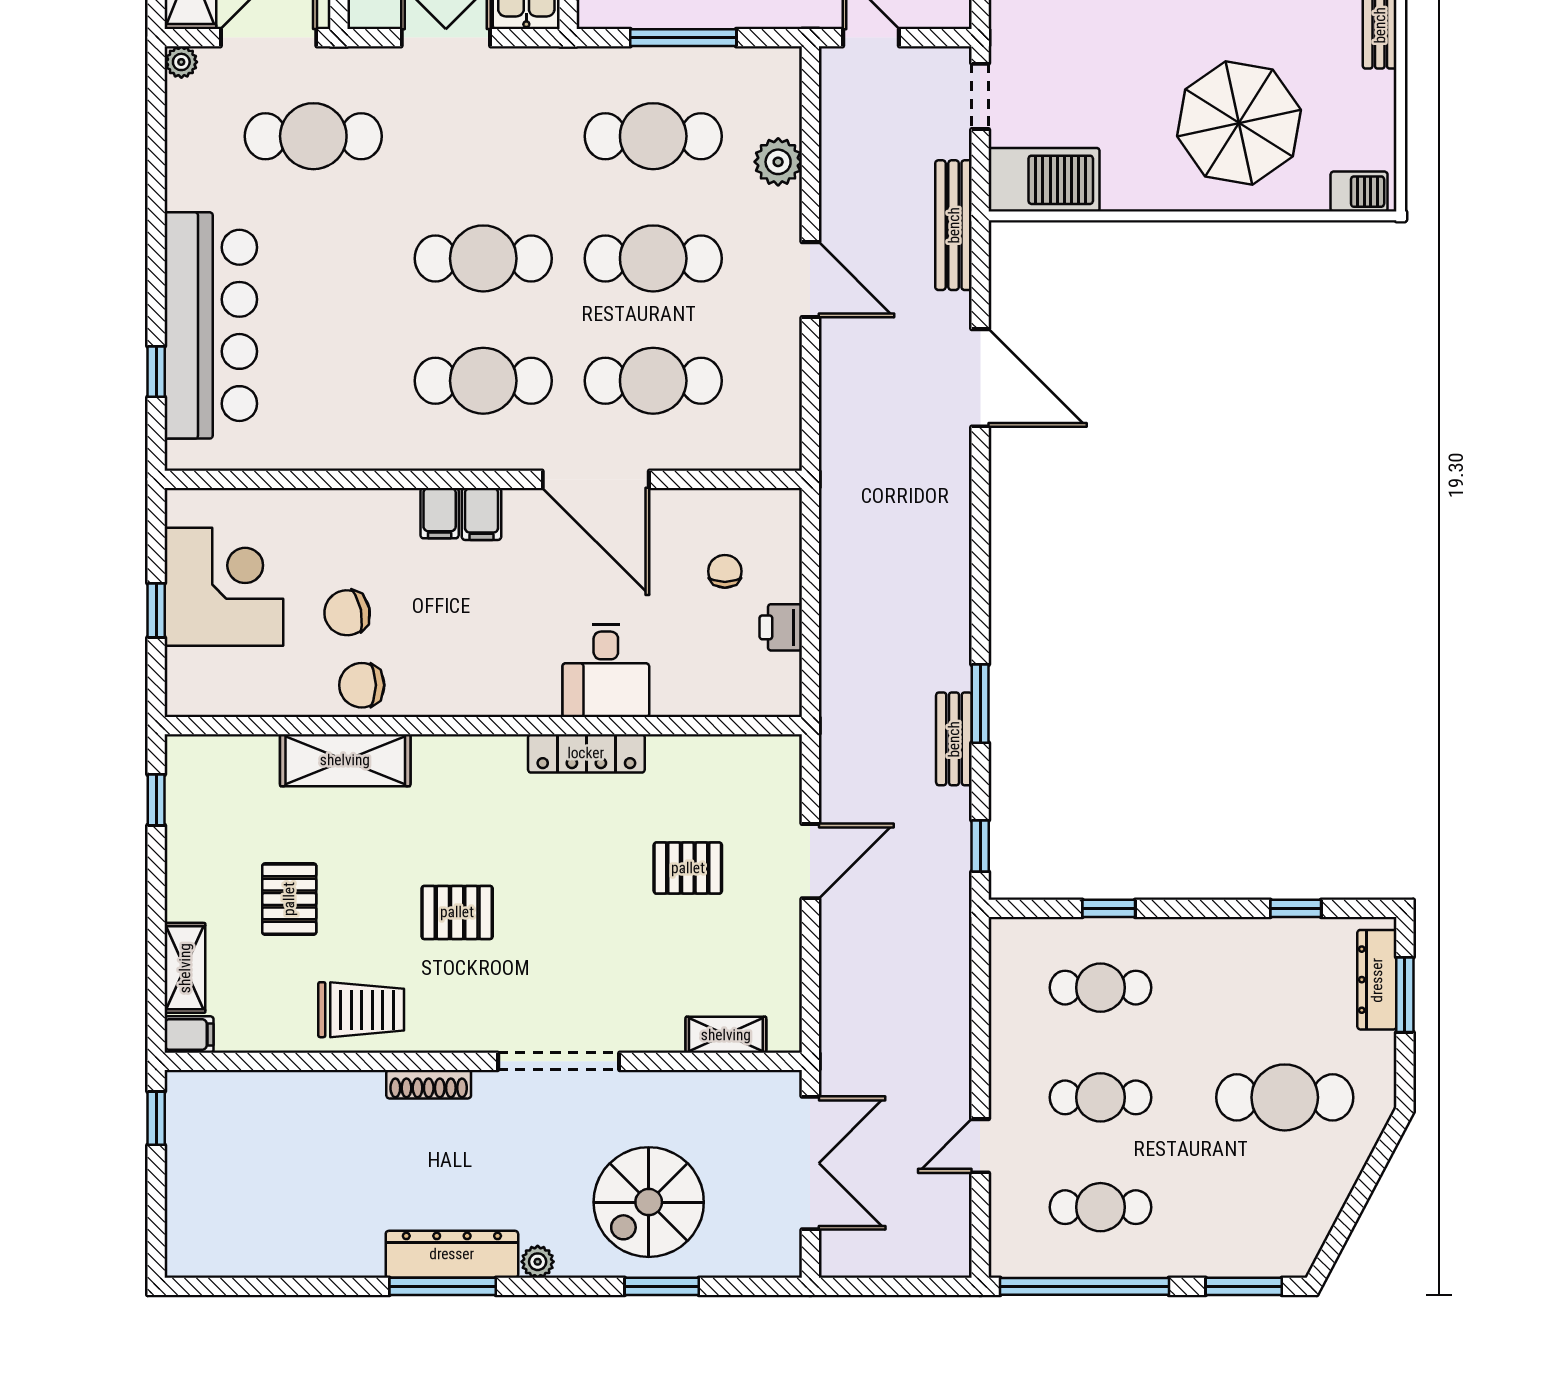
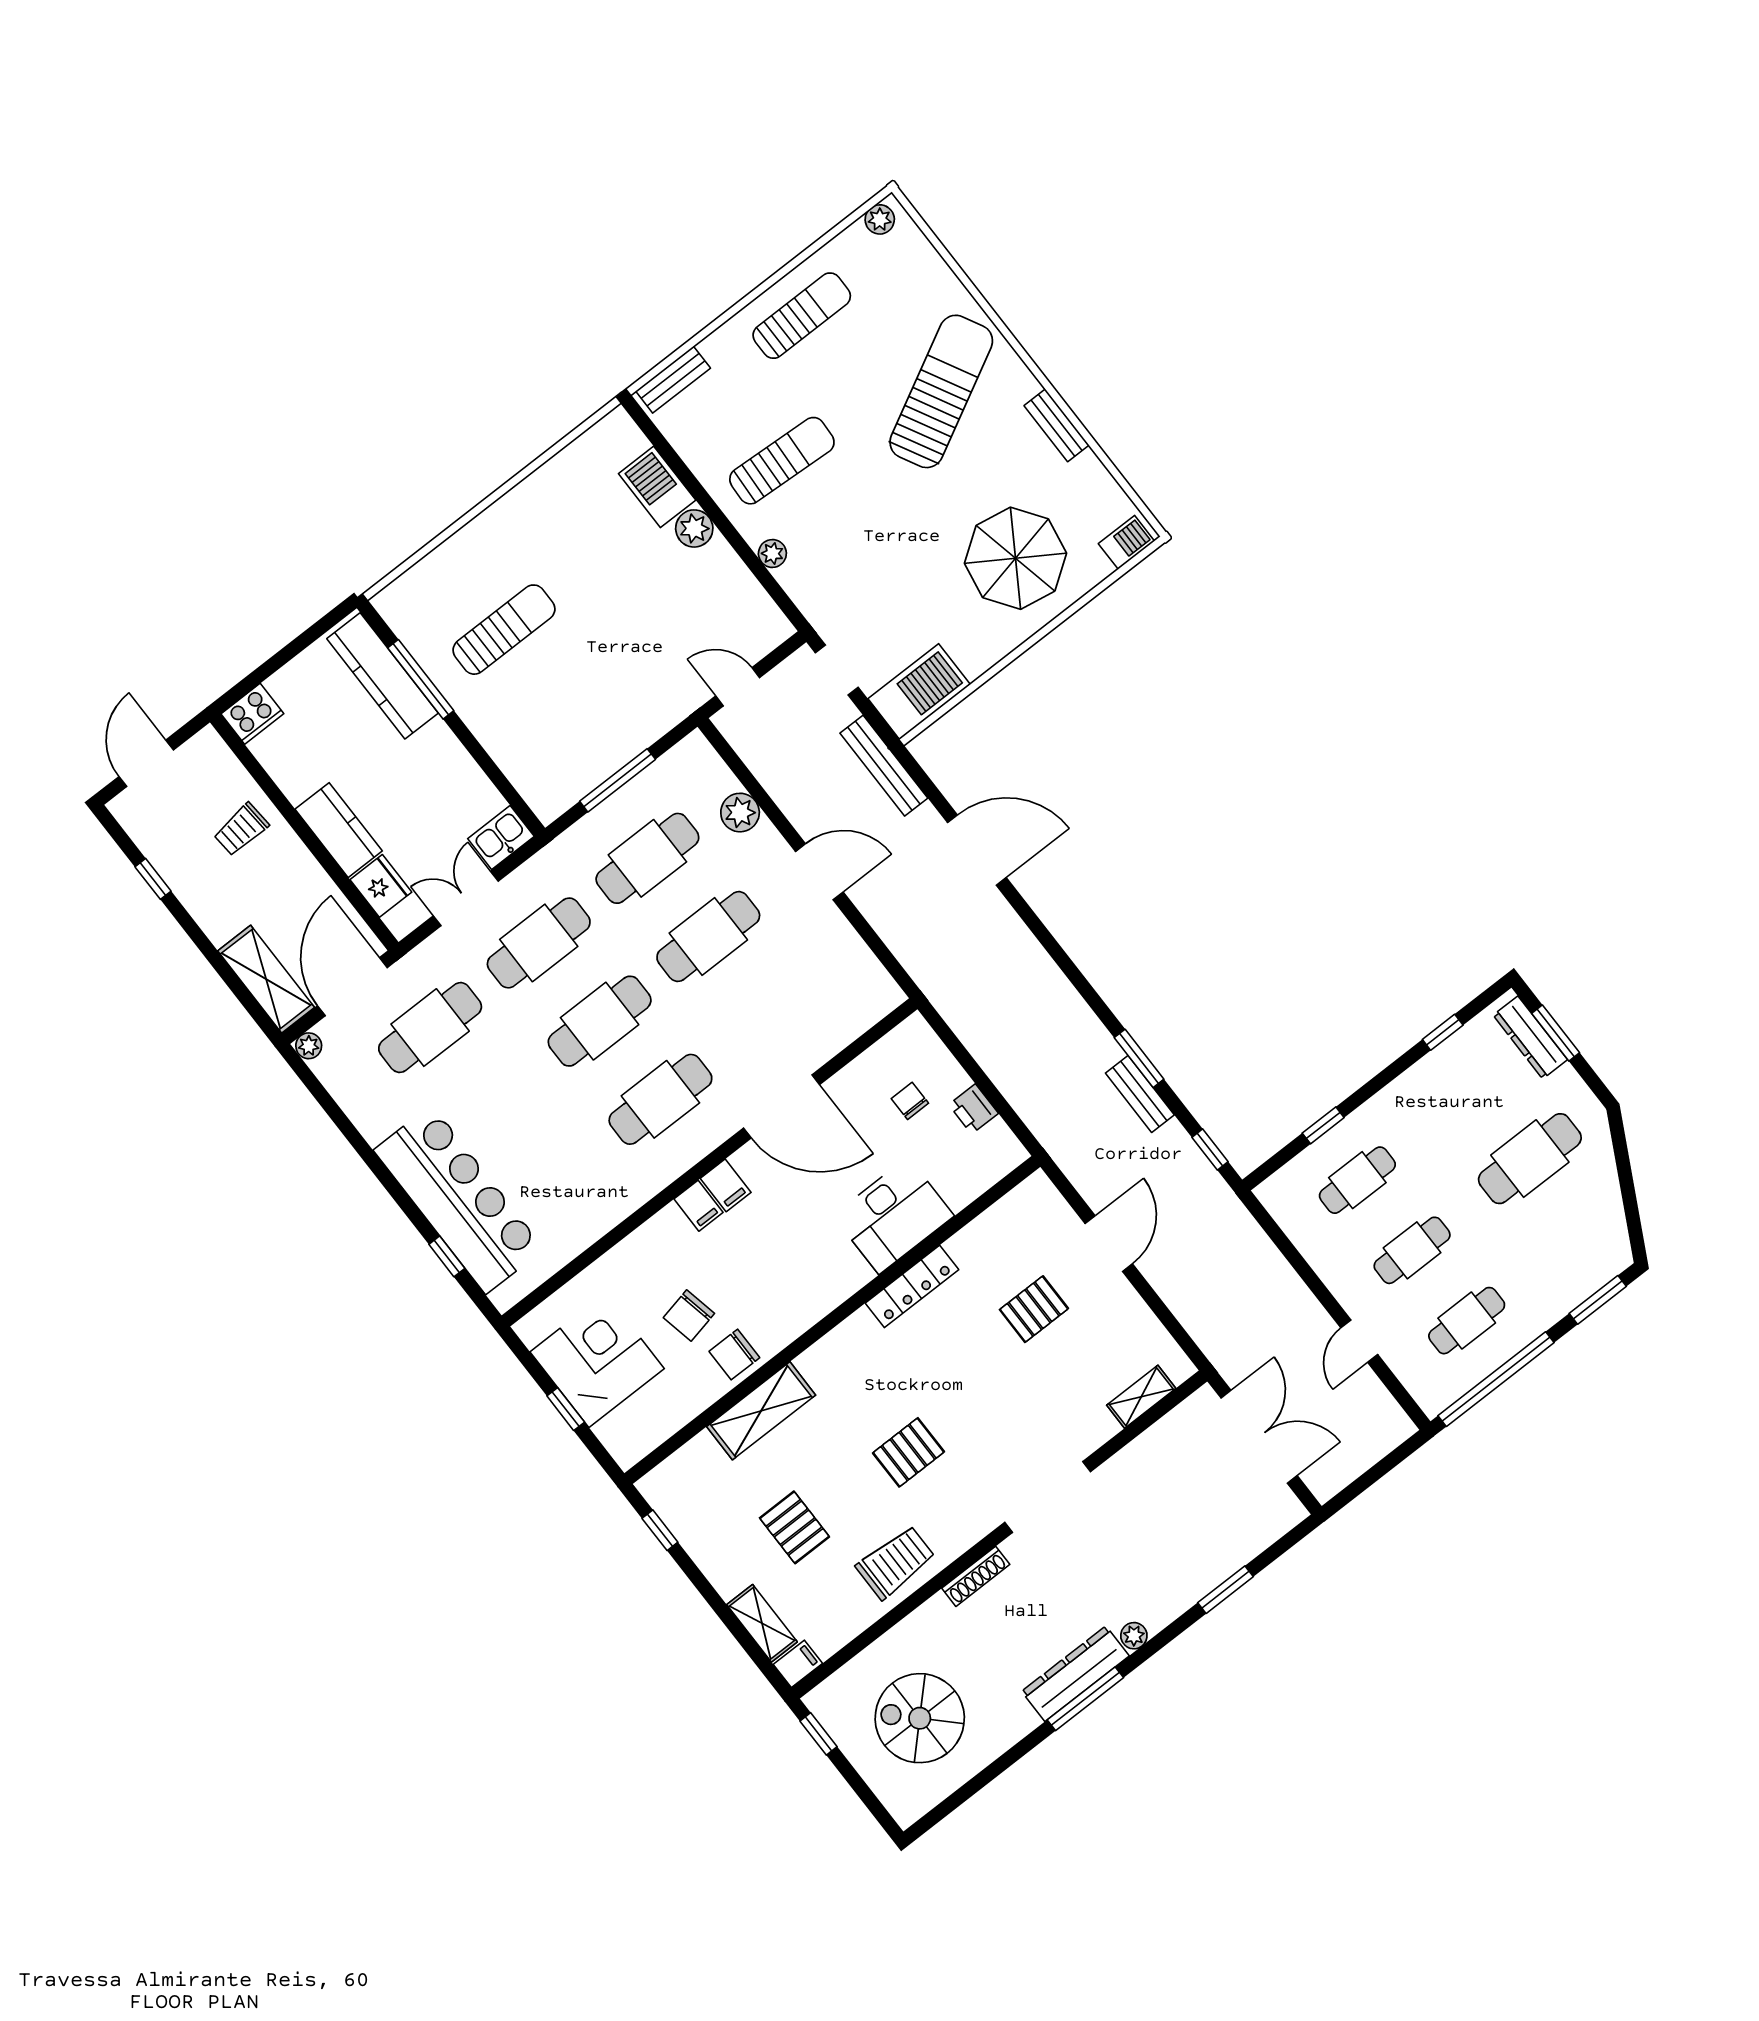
cafe table: (653, 381) -> (539, 943), moved
desk: (606, 671) -> (894, 1216), width x1.37
spiral stairs: (649, 1202) -> (920, 1718), moved, turned 90

